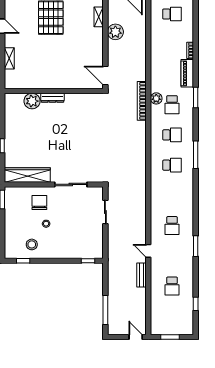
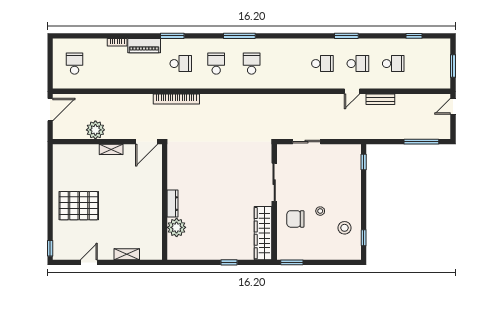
shelving: (99, 17) -> (111, 149), moved
plant: (156, 98) -> (173, 82), removed
school desk: (172, 256) -> (358, 64), added

